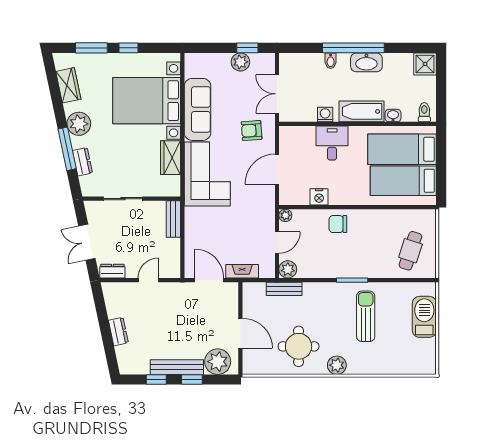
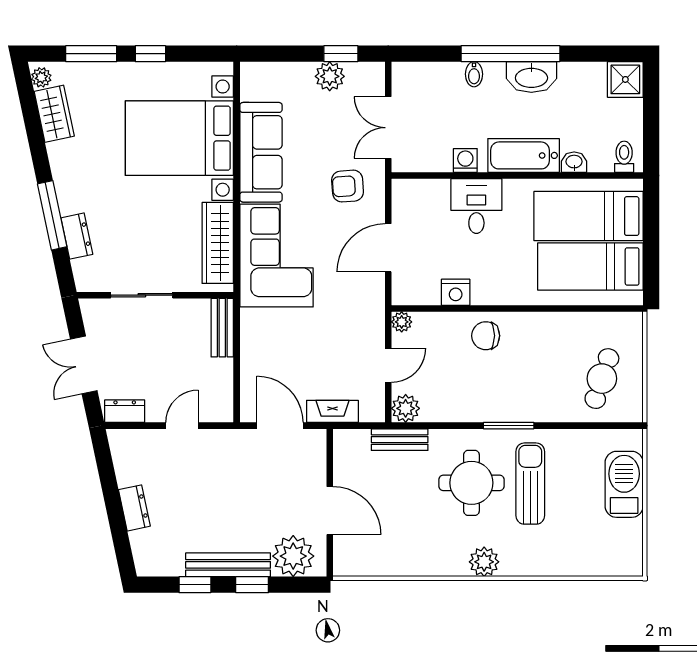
plant: (79, 124) -> (41, 77), moved, width x0.53, depth x0.53
wardrobe: (171, 158) -> (218, 243), width x1.50
round table: (299, 346) -> (471, 483), moved

